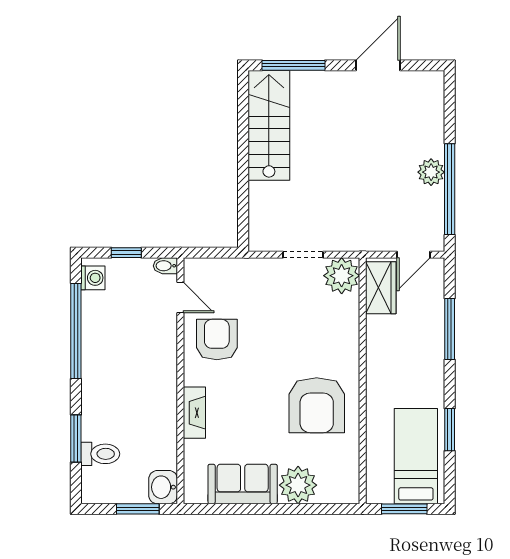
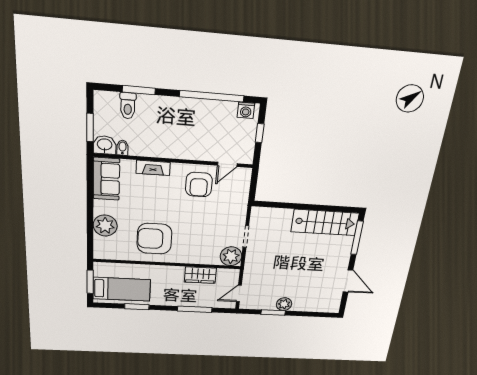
window: (450, 189) -> (273, 313), width x0.47
door: (413, 255) -> (239, 293), hinge flipped
bidet: (165, 266) -> (122, 148), moved
wardrobe: (381, 288) -> (200, 275), moved
armchair: (217, 340) -> (199, 185), turned 90
sofa: (243, 484) -> (106, 179), moved

